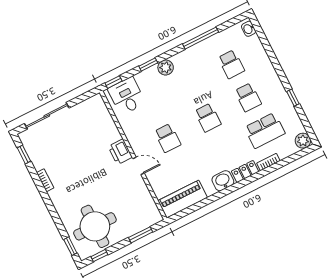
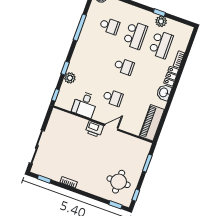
plant: (166, 67) -> (70, 78), moved
desk: (127, 96) -> (85, 104), moved, turned -90
school desk: (248, 97) -> (135, 35), width x1.85
plant: (303, 141) -> (161, 21), moved
round table: (95, 226) -> (119, 182), width x0.73, depth x0.73

